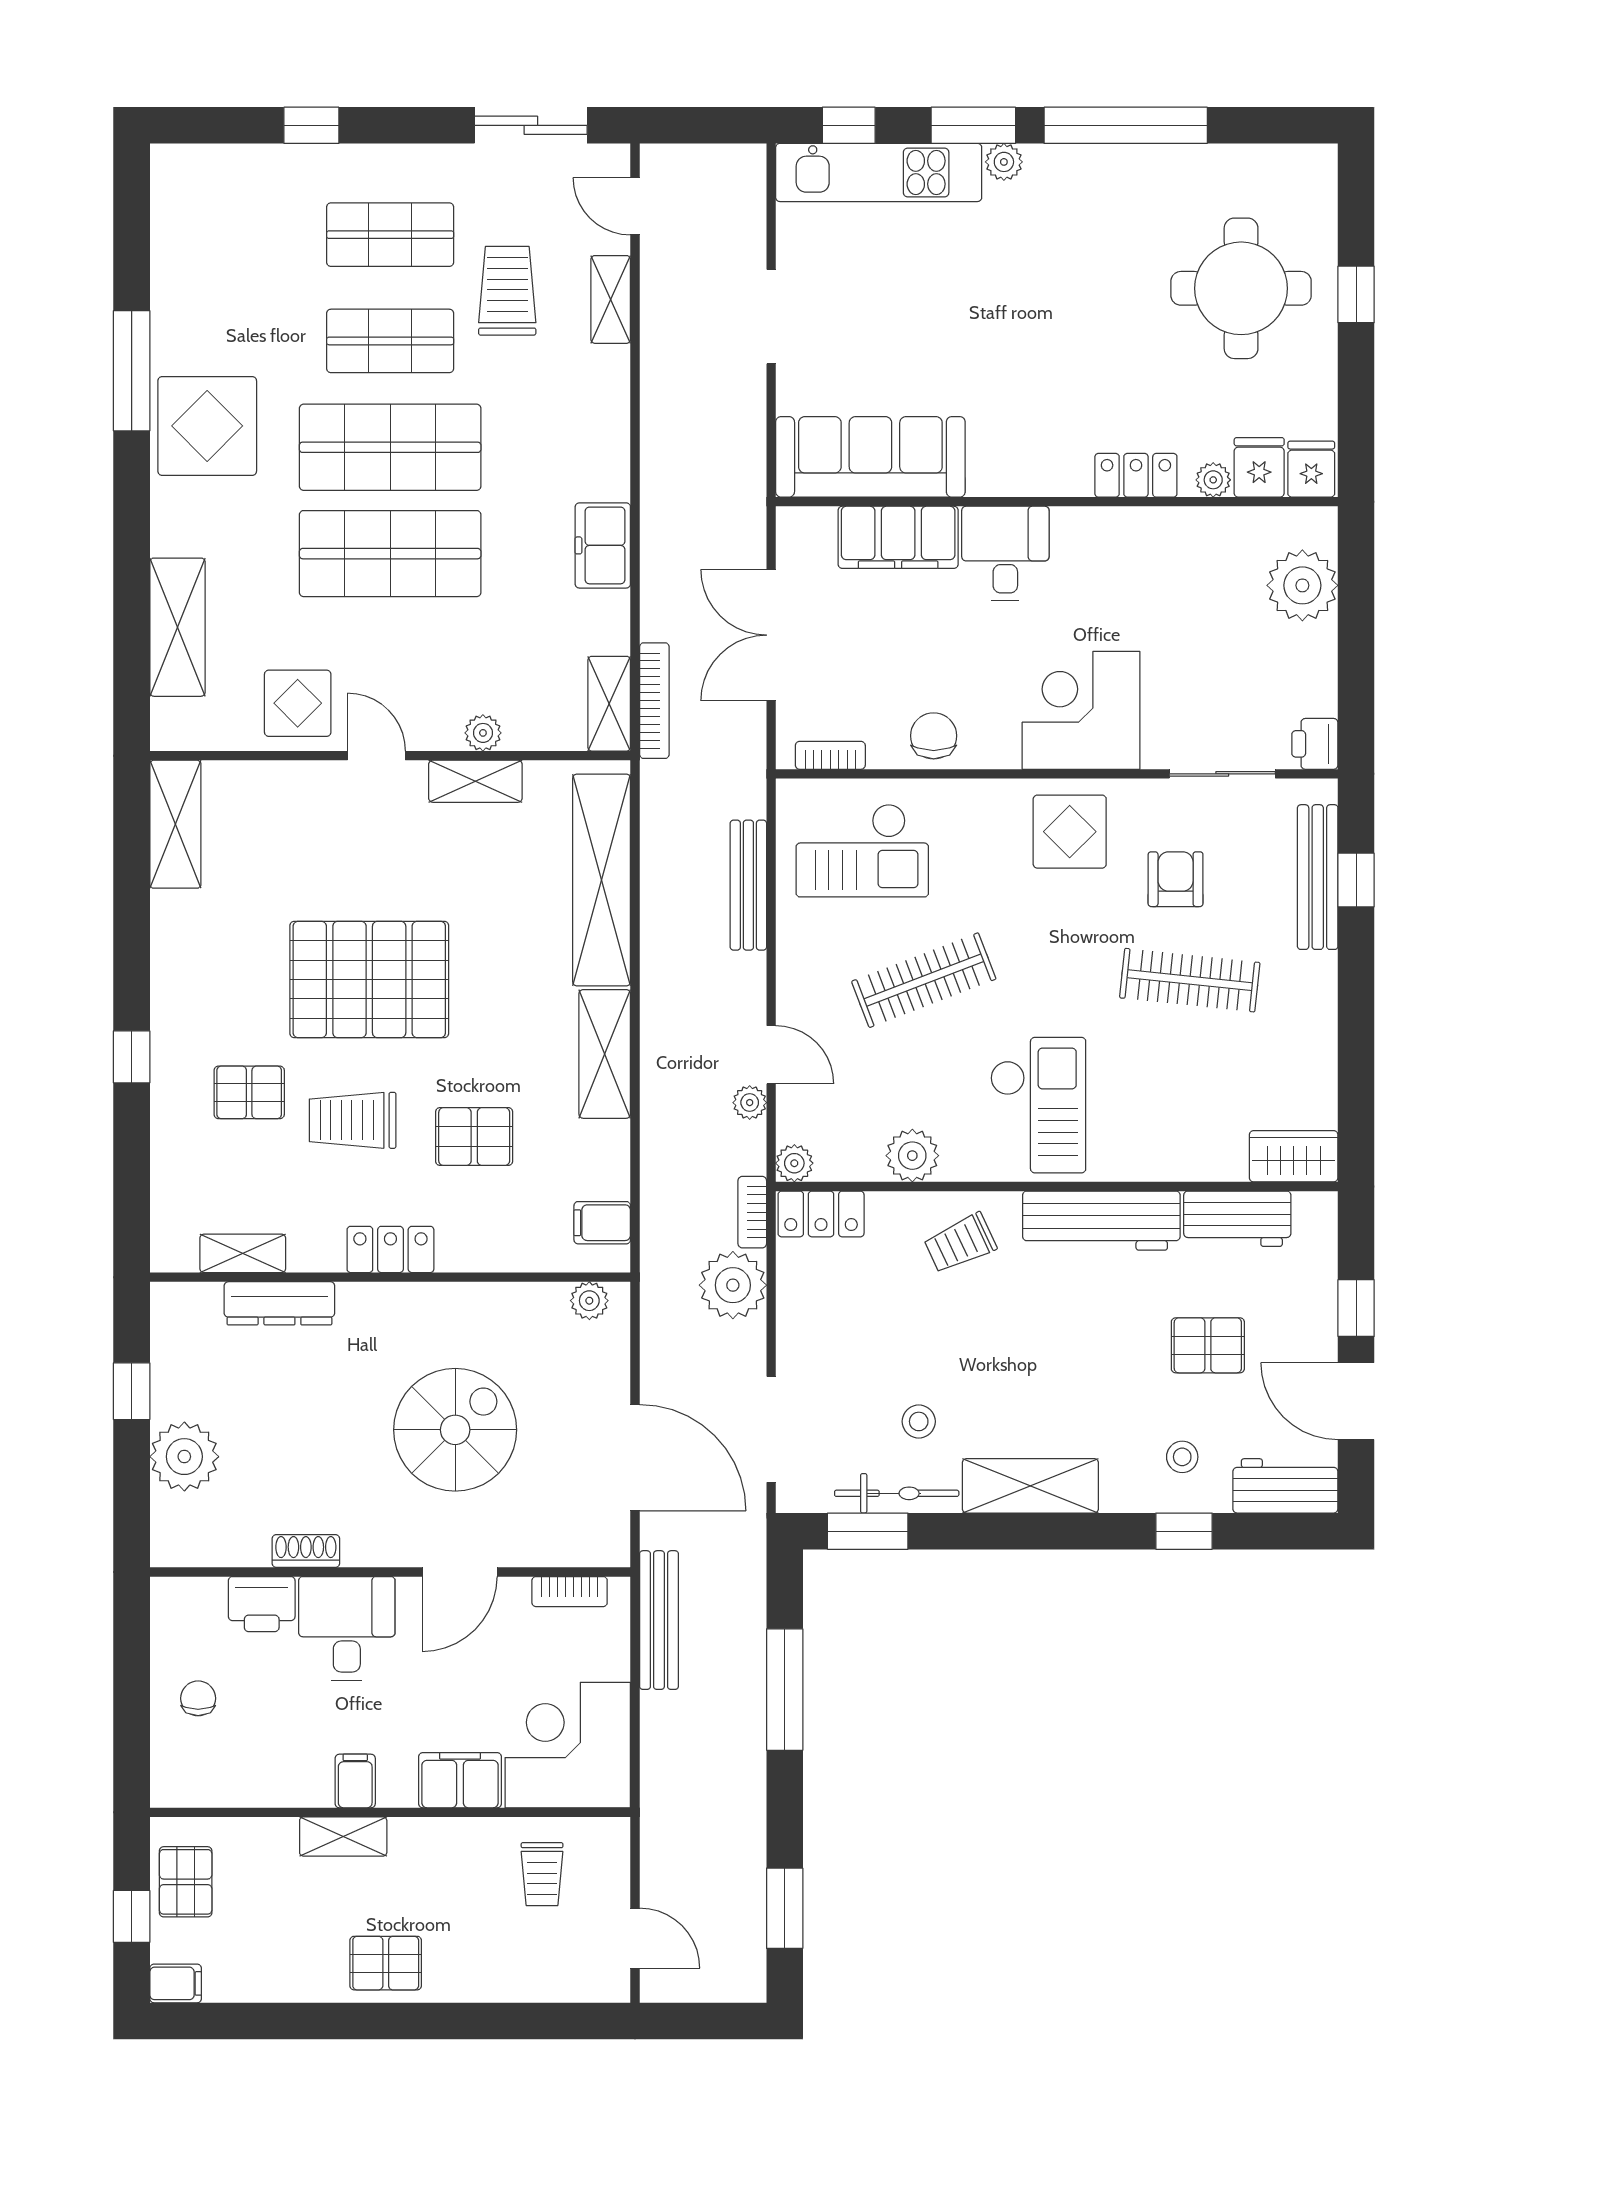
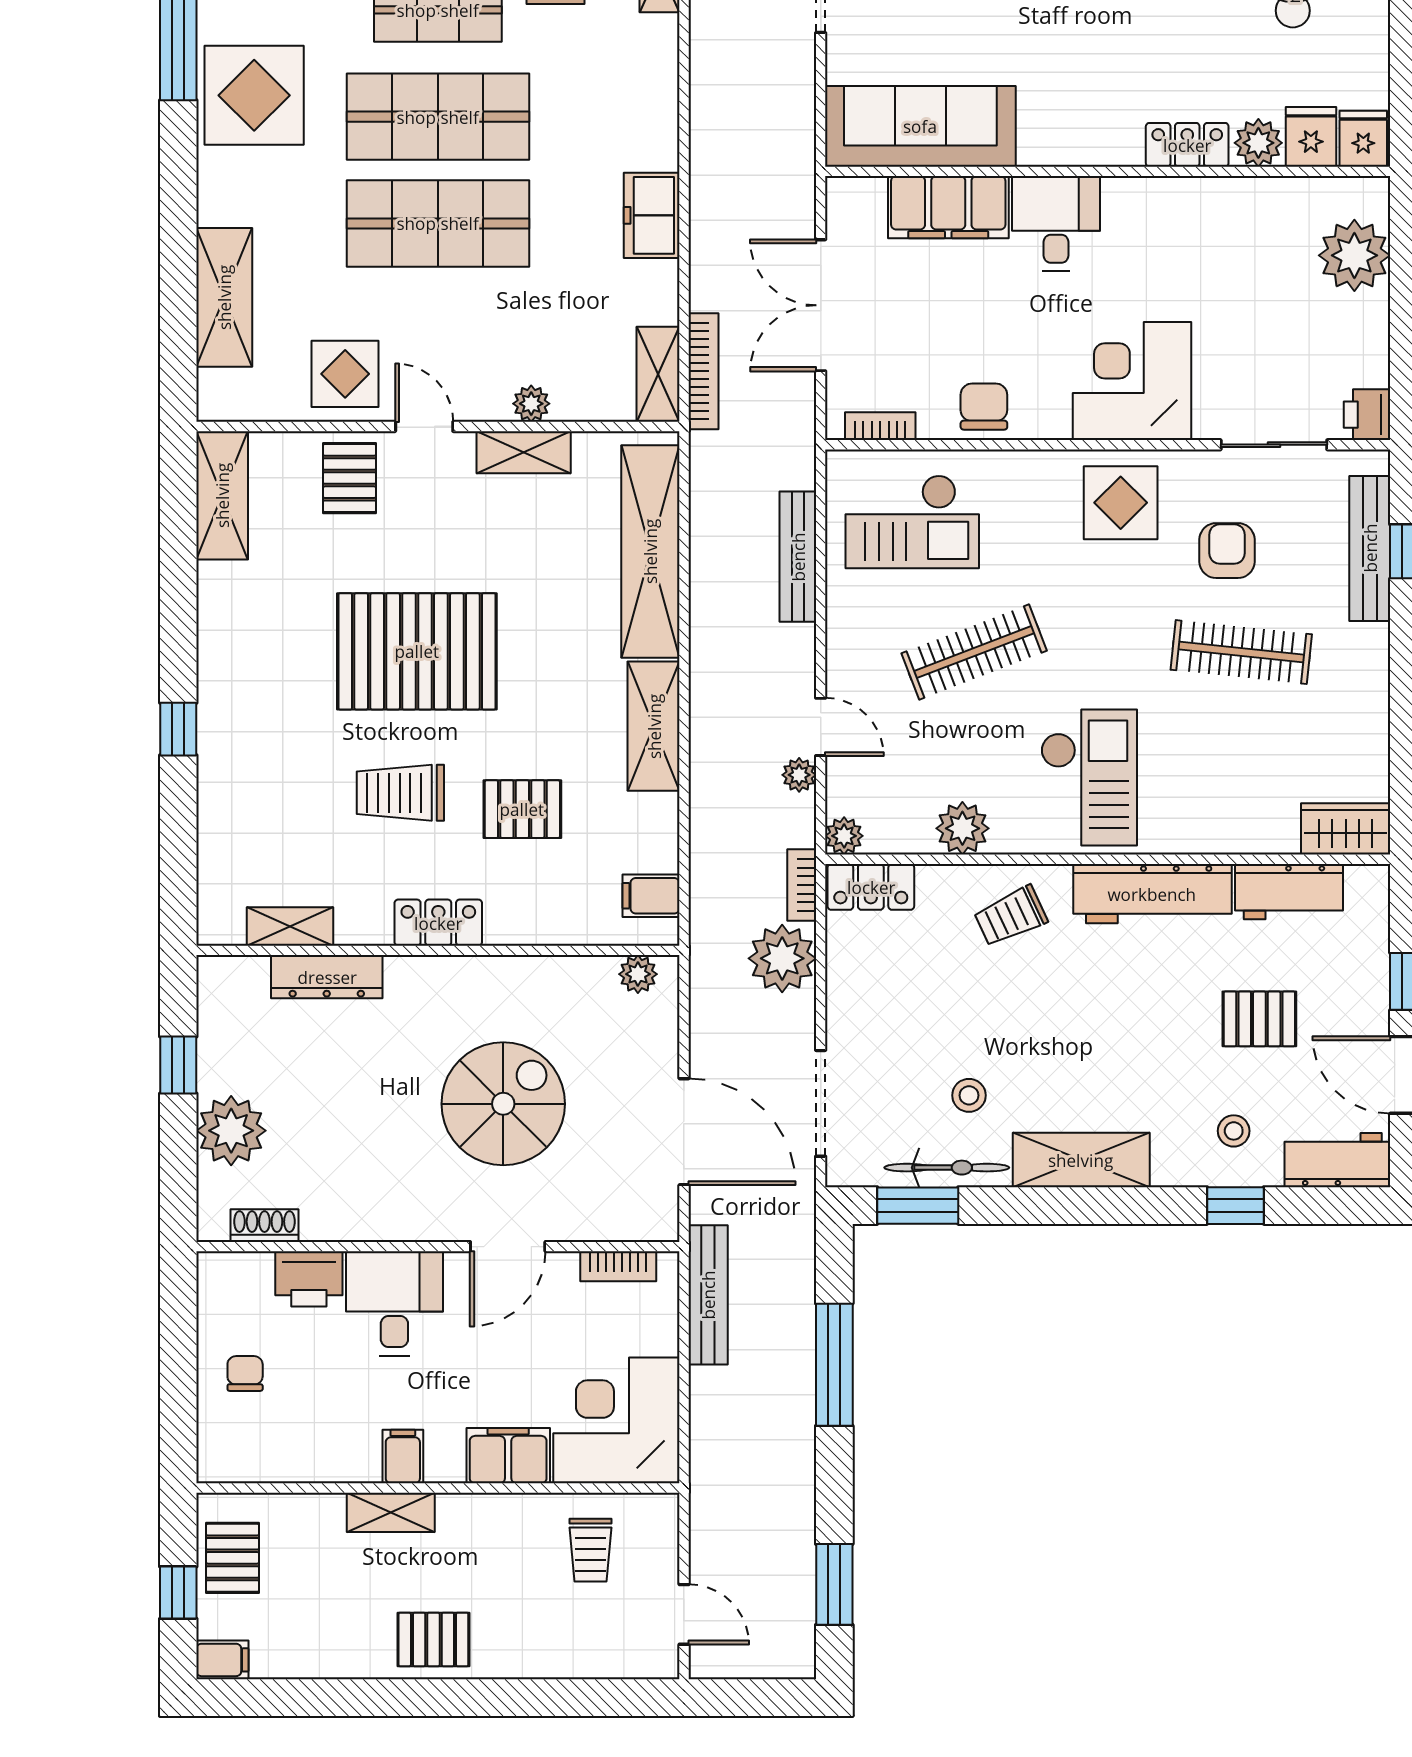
plant: (1213, 480) -> (1258, 143), width x1.38, depth x1.38
pallet: (249, 1092) -> (350, 478), moved, turned 90
shoe rack: (306, 1551) -> (264, 1226), moved

